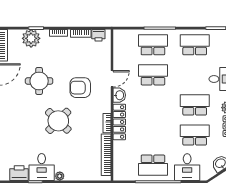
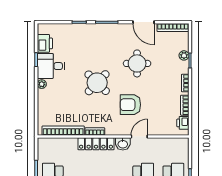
plant: (31, 38) -> (184, 55), width x0.53, depth x0.53
door: (112, 79) -> (139, 137), swing flipped
armchair: (80, 88) -> (130, 105), turned -90

